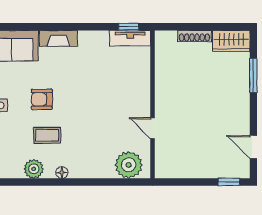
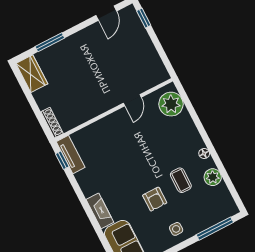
shoe rack: (195, 36) -> (52, 123), moved

